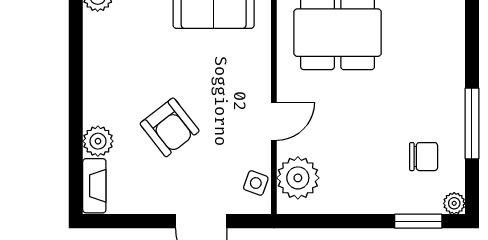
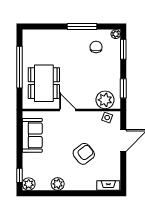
door: (274, 121) -> (68, 110), moved
plant: (98, 141) -> (58, 184), moved
window: (325, 221) -> (123, 88), added

